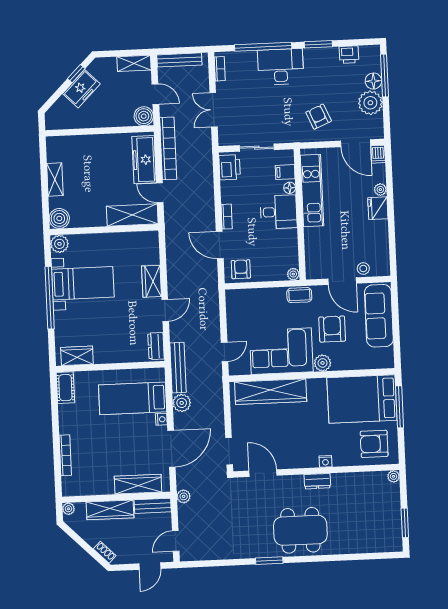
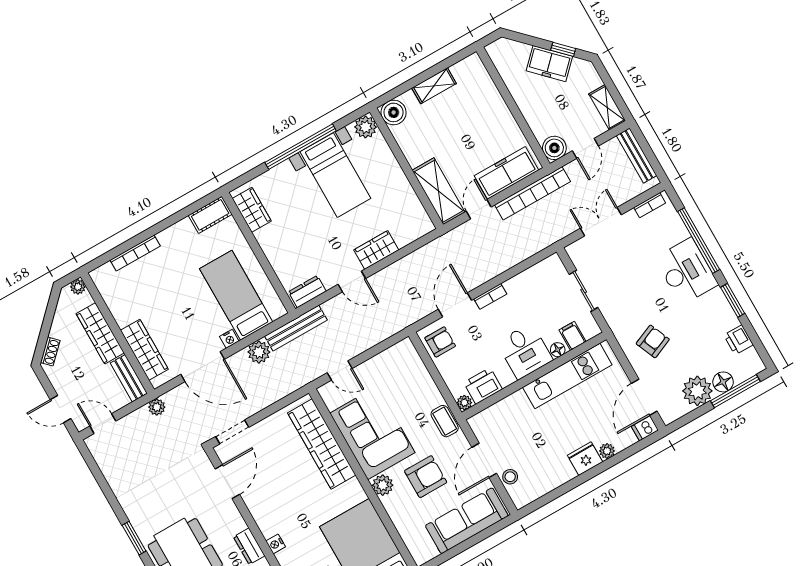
printer: (230, 167) -> (483, 386), moved, turned 180

